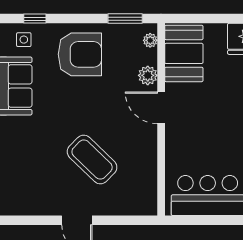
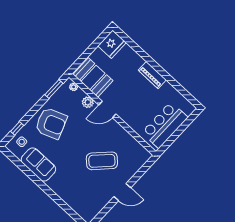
armchair: (80, 54) -> (51, 123), turned 69

